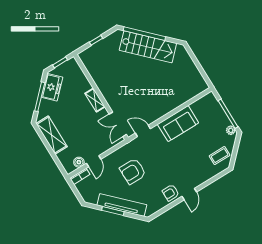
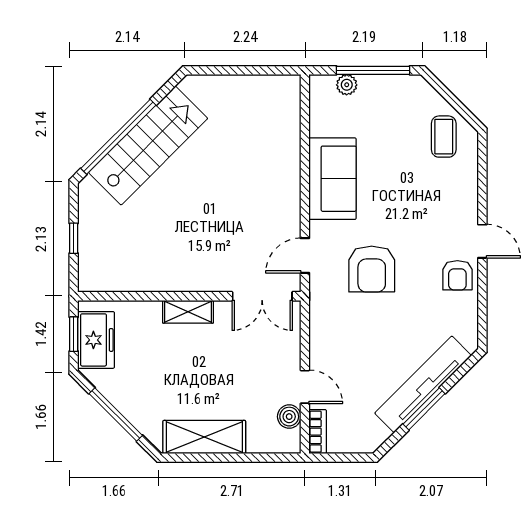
freezer: (52, 87) -> (96, 340), moved, turned 45
plant: (231, 130) -> (347, 85), moved
armchair: (133, 171) -> (372, 269), moved

